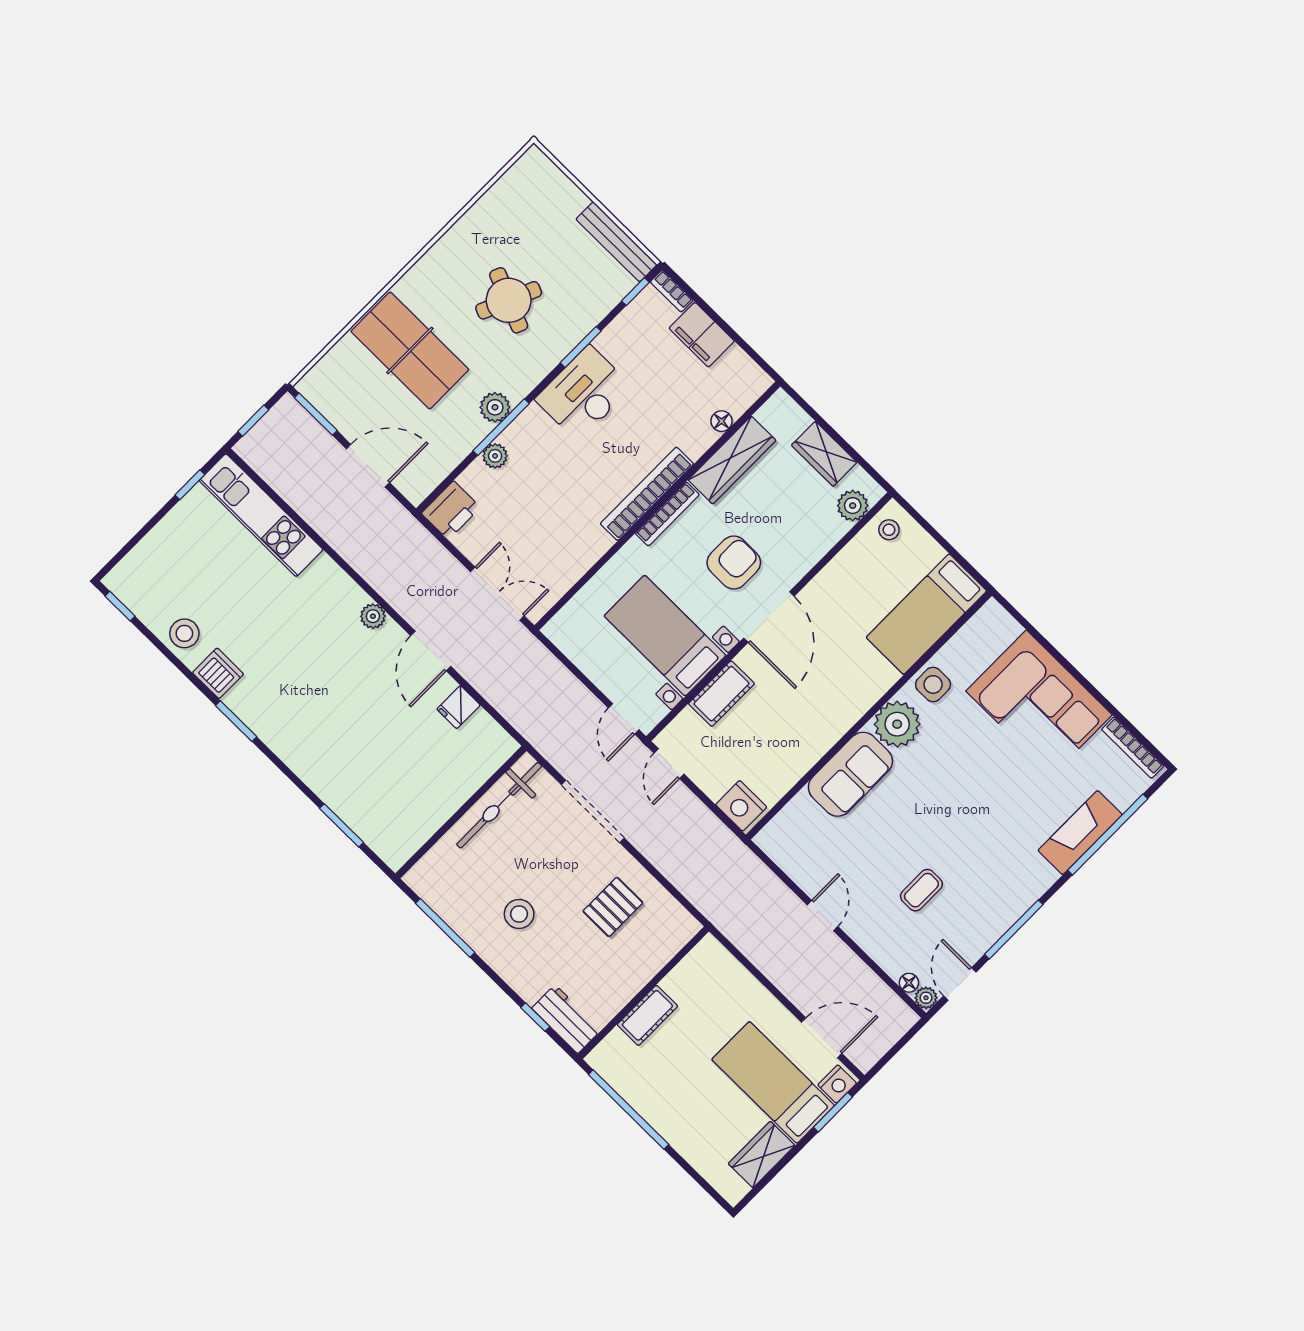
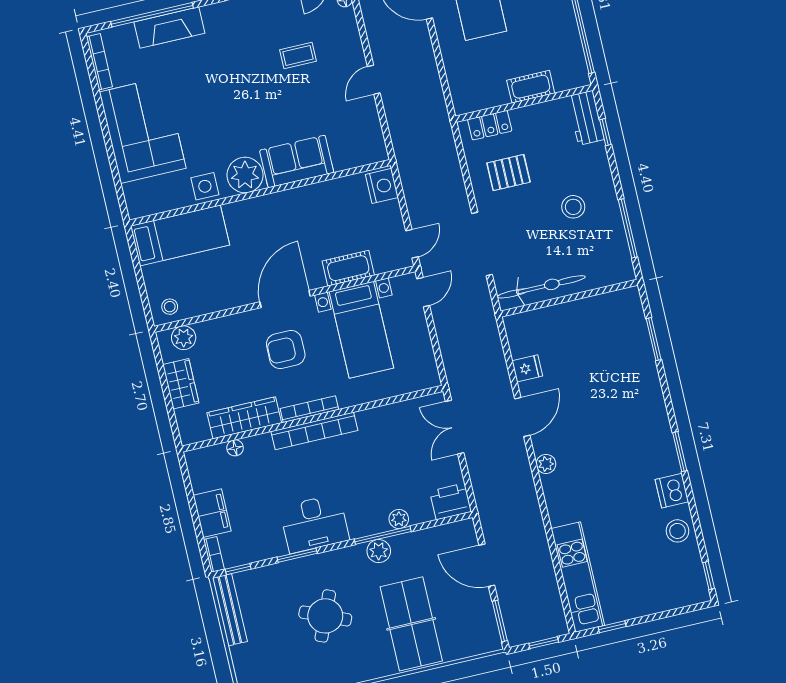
locker: (666, 946) -> (490, 125), added

